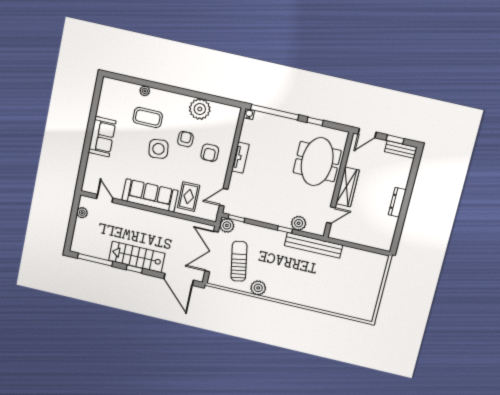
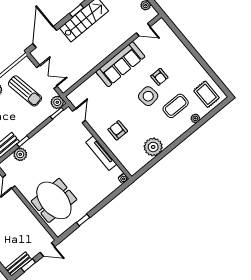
window: (275, 112) -> (111, 197), removed
door: (367, 133) -> (47, 250), swing flipped
sofa: (102, 137) -> (187, 63), removed
armchair: (185, 139) -> (159, 77), moved
tv unit: (240, 158) -> (101, 153), width x1.41
wardrobe: (348, 187) -> (20, 208), removed
rug: (189, 197) -> (206, 94), moved
double door: (212, 251) -> (47, 77), width x0.73
door: (179, 279) -> (45, 37), hinge flipped

